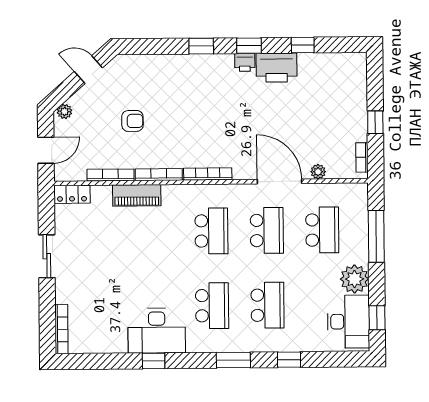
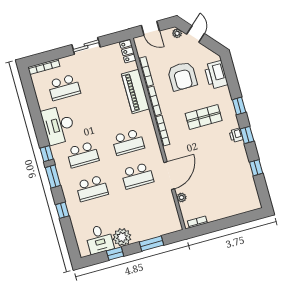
printer: (277, 68) -> (216, 75), moved
door: (88, 70) -> (196, 34), moved
shop shelf: (204, 105) -> (204, 117), added
armchair: (132, 121) -> (182, 76), width x1.88, depth x1.88
window: (375, 122) -> (221, 224), removed
piano: (137, 195) -> (136, 91), width x1.37, depth x1.33
school desk: (322, 230) -> (64, 87), moved
window: (376, 236) -> (151, 243), width x0.69
window: (377, 318) -> (115, 254), moved
desk: (348, 322) -> (99, 239), width x0.73
window: (154, 361) -> (47, 154), moved

